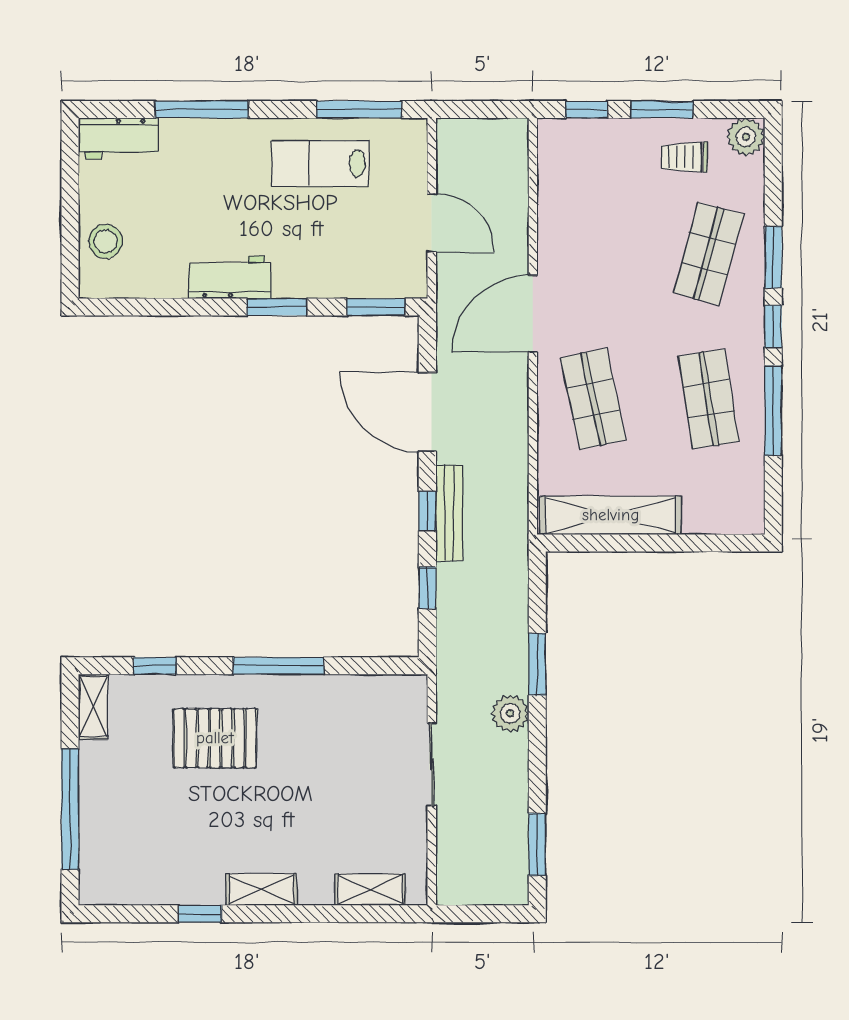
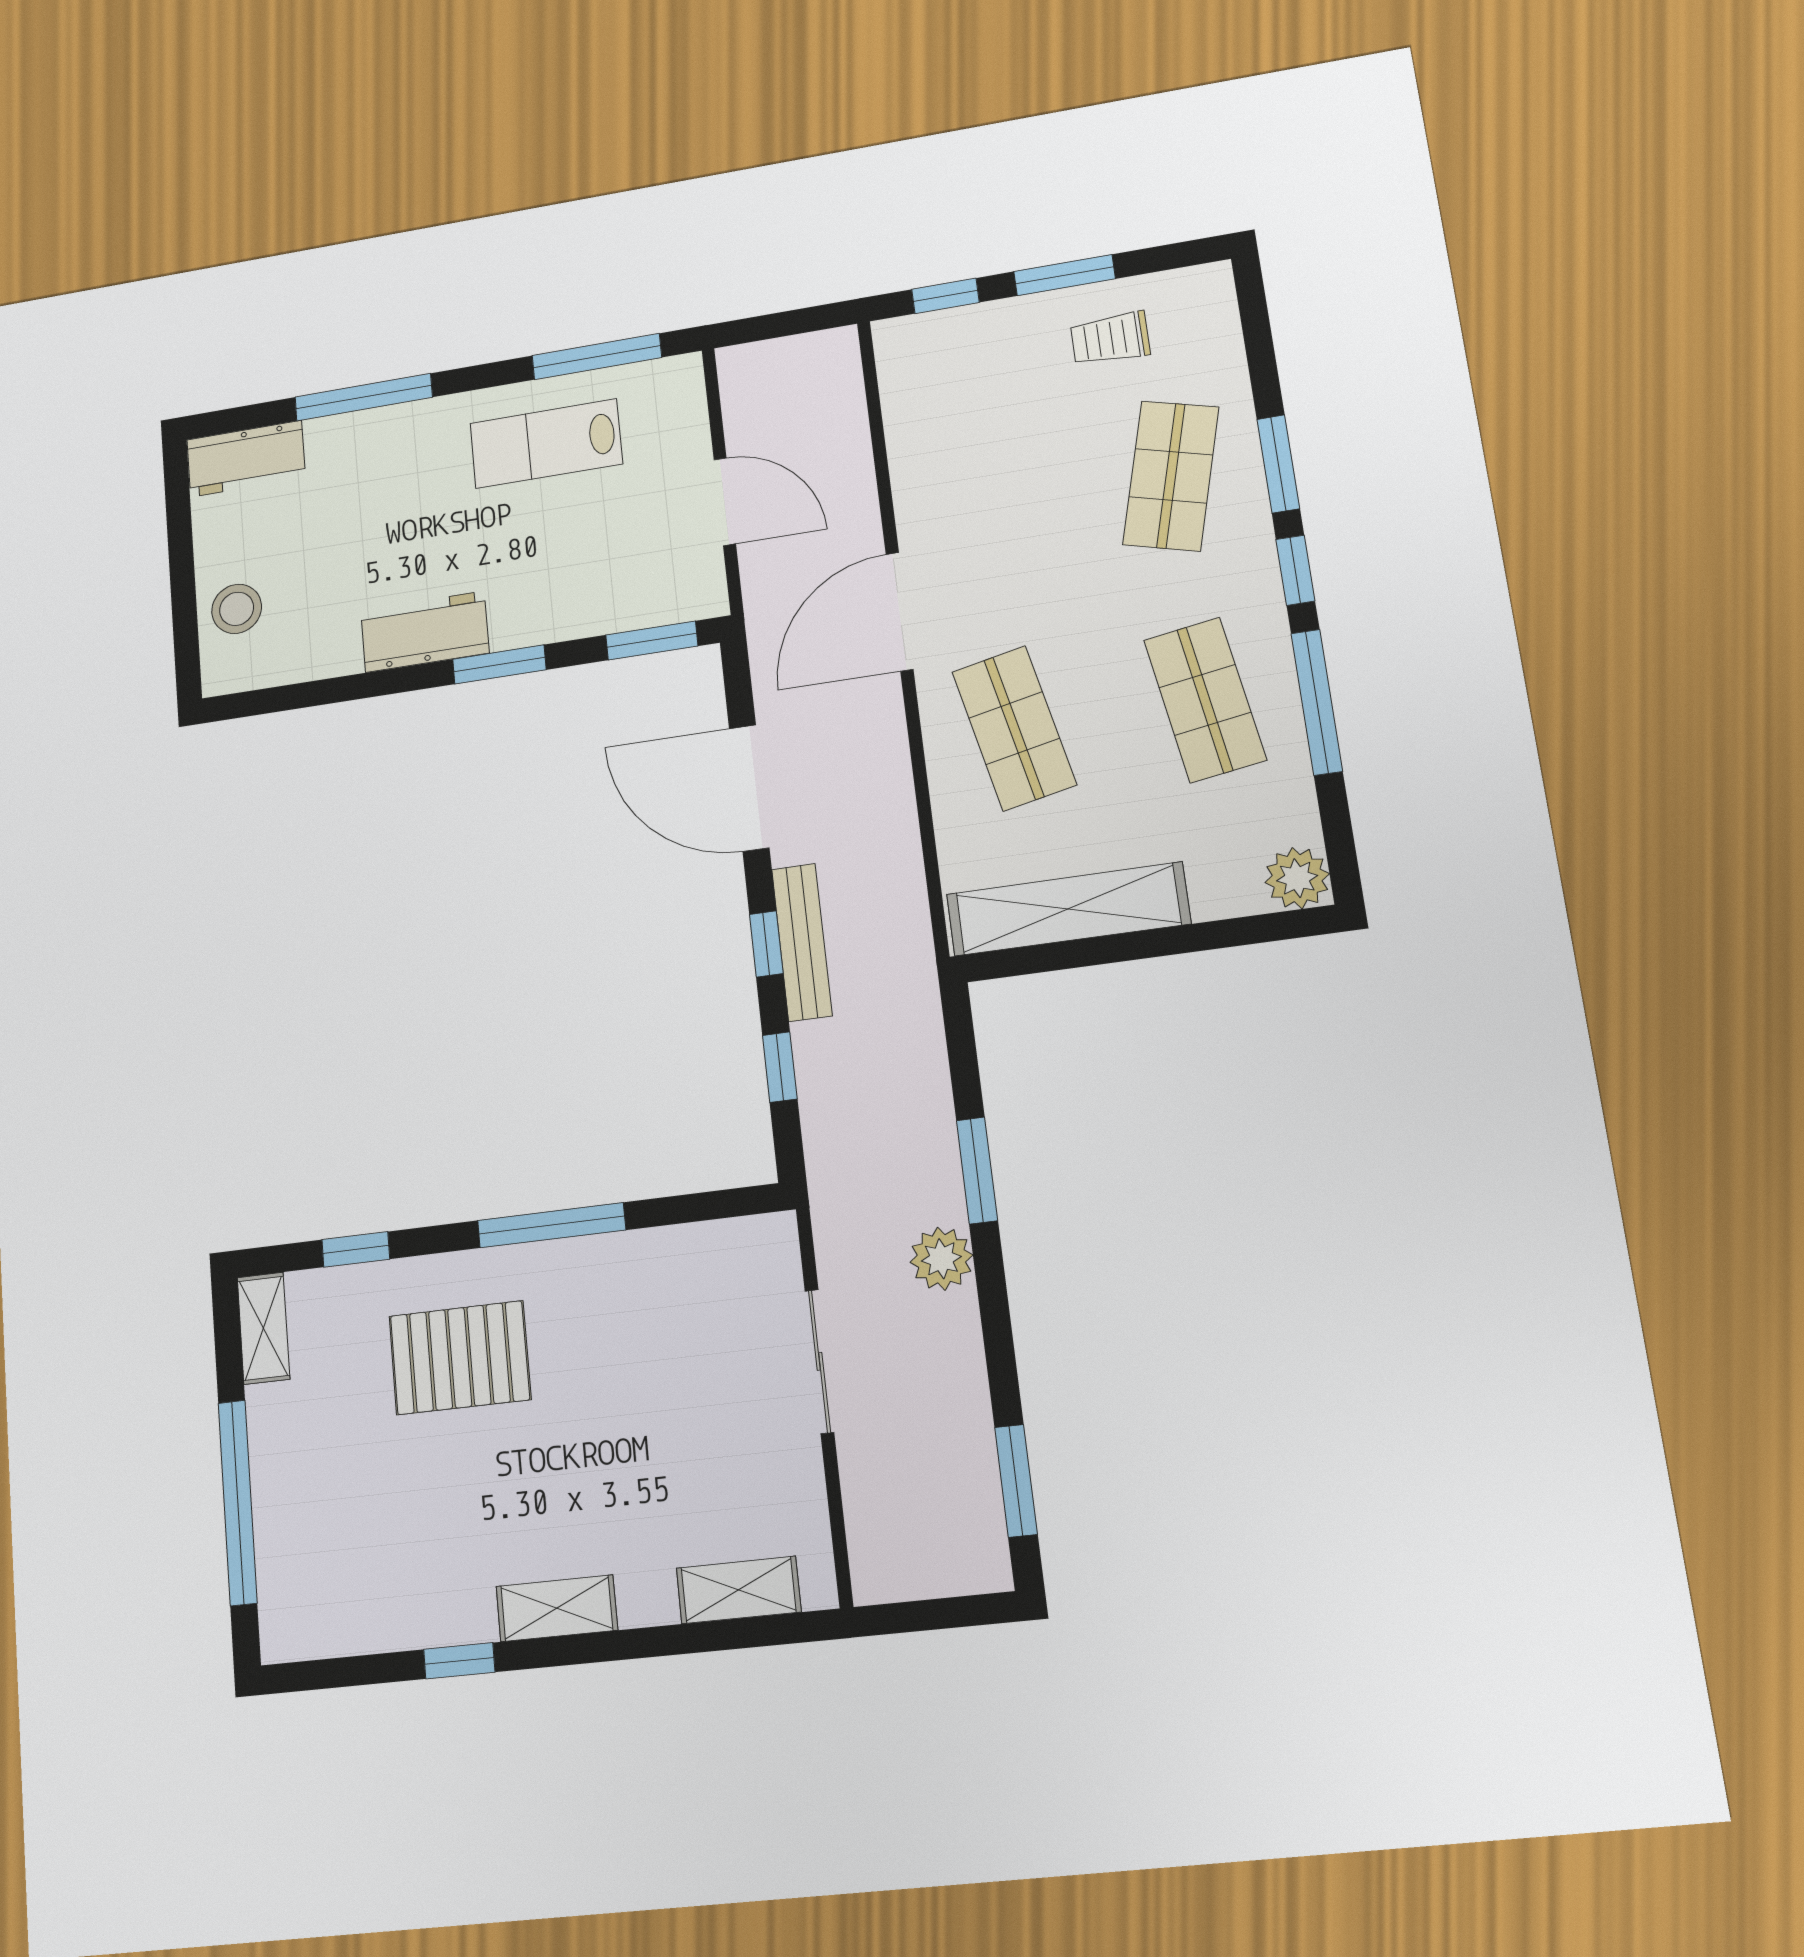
plant: (746, 137) -> (1297, 878), moved

